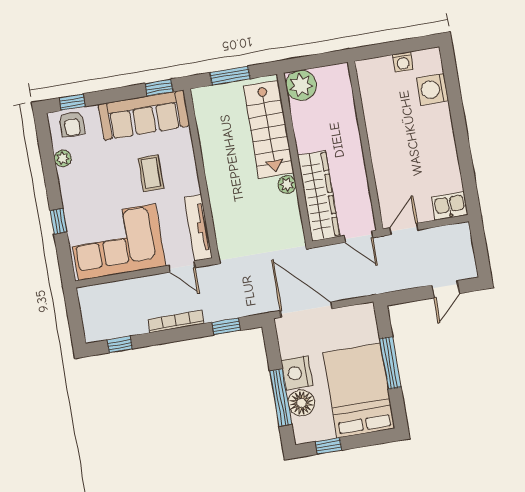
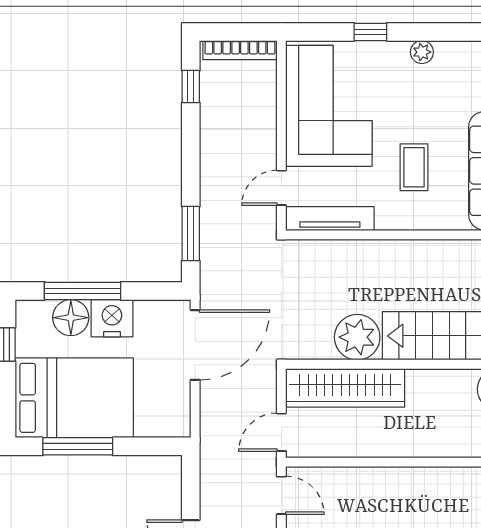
plant: (63, 158) -> (422, 52), moved
coffee table: (151, 173) -> (414, 167), turned 90
plant: (287, 185) -> (357, 337), width x1.88, depth x1.88
bookcase: (176, 321) -> (240, 50), moved, turned 90
window: (226, 326) -> (191, 234), width x1.50
window: (390, 363) -> (78, 446), moved

